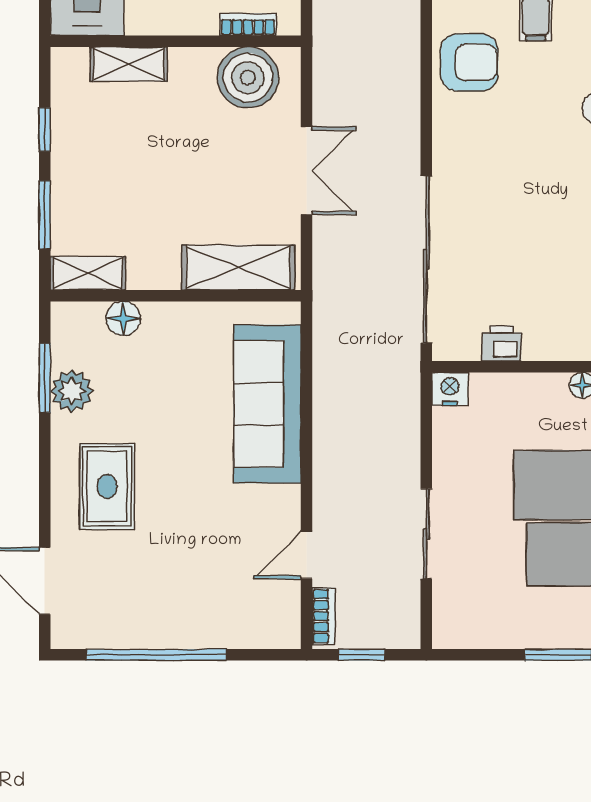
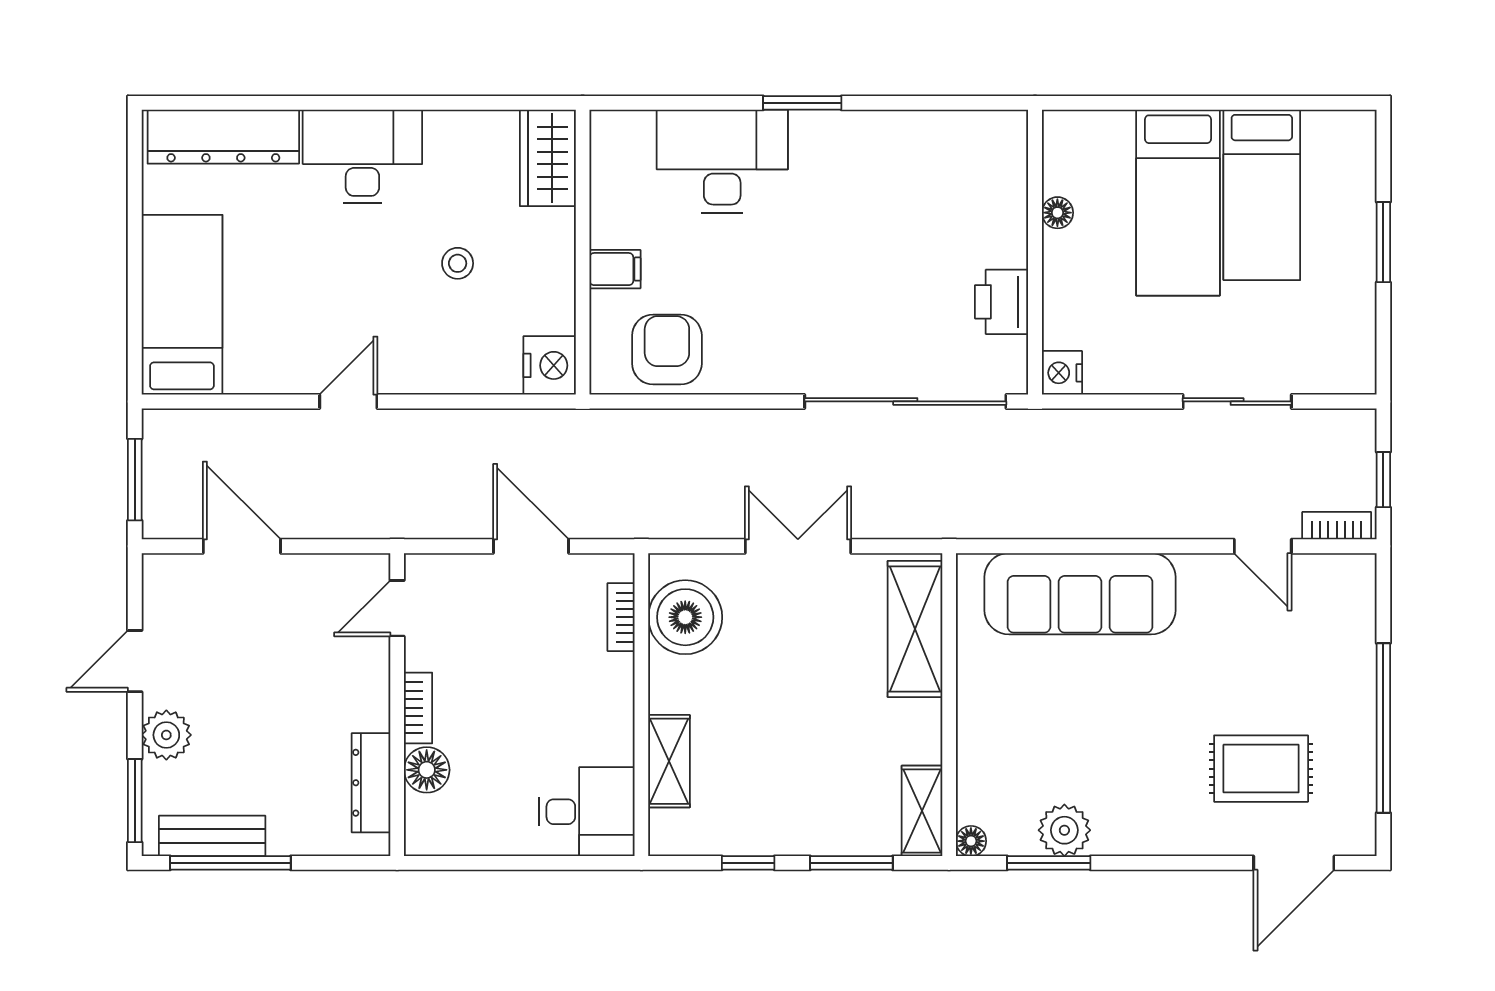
floor lamp: (123, 318) -> (971, 841), moved, width x0.73, depth x0.73
printer: (502, 343) -> (1002, 302), width x1.36, depth x1.24
rug: (107, 486) -> (1261, 769), moved

